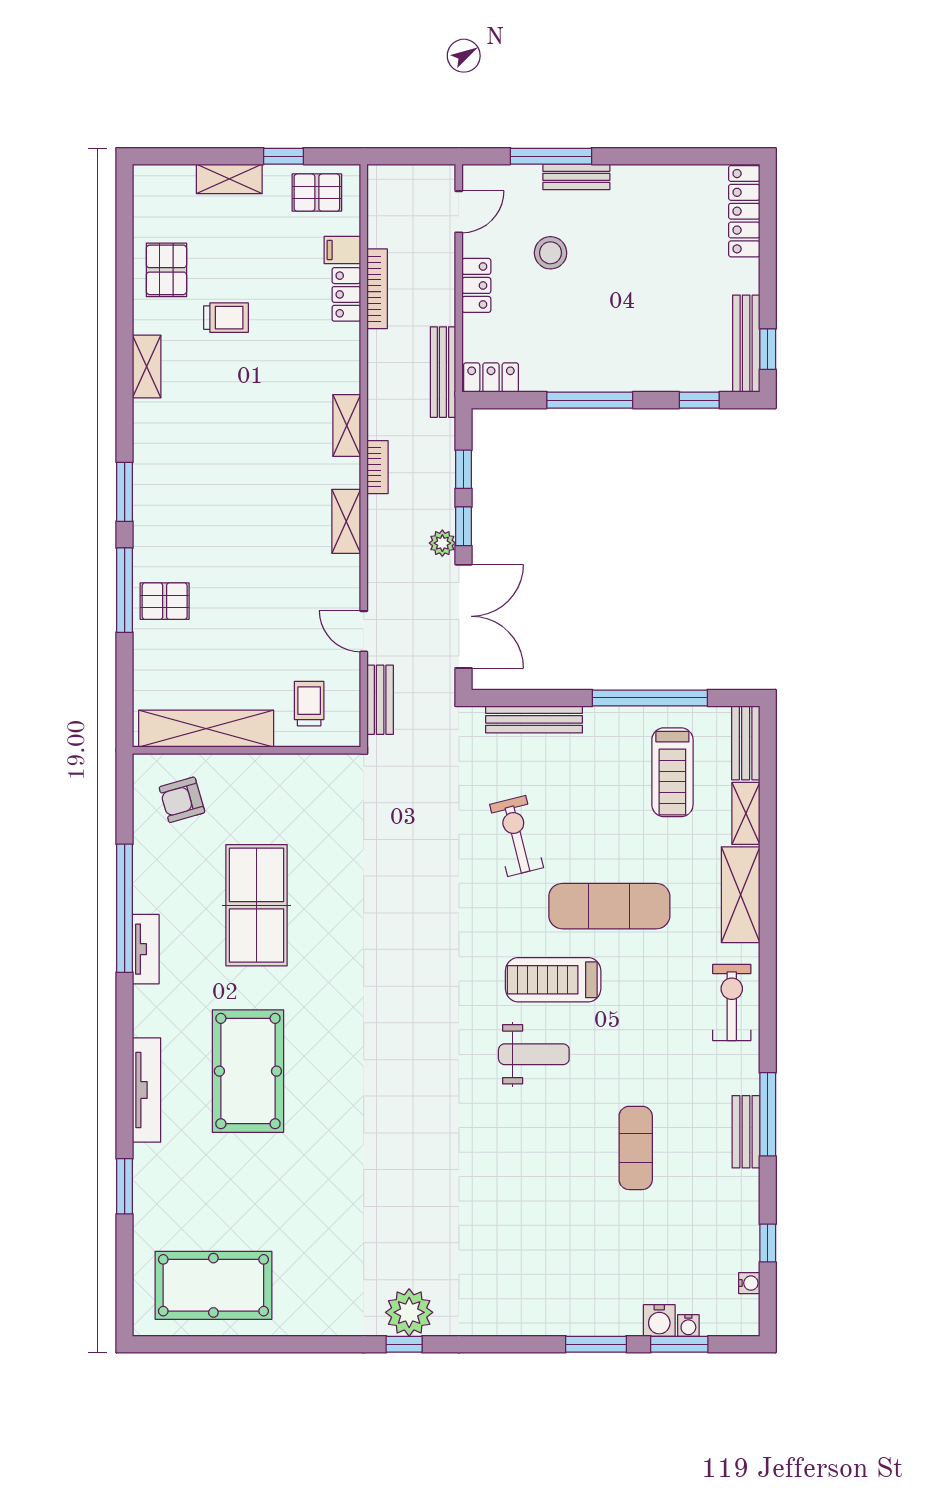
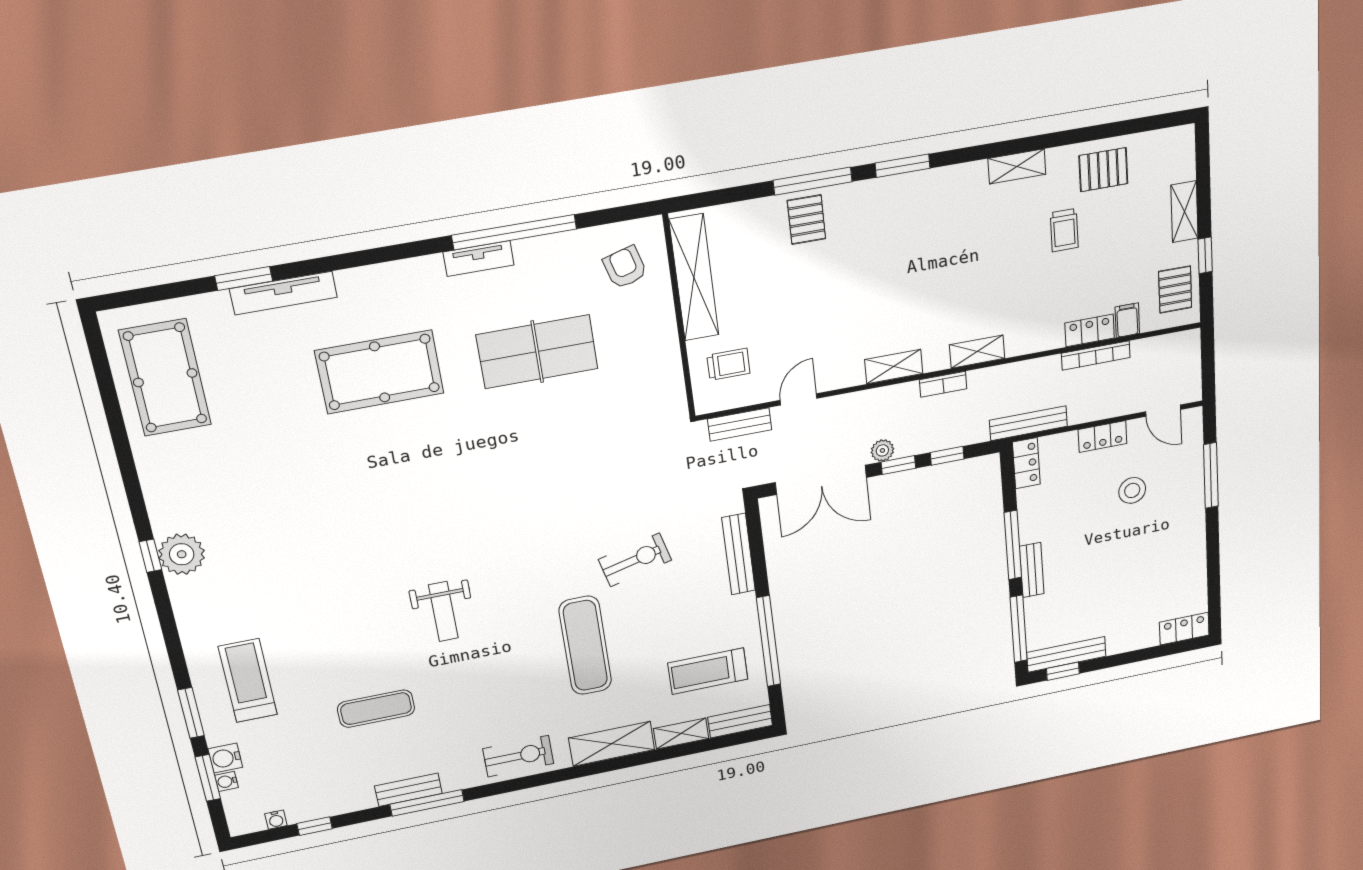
bench: (576, 177) -> (1032, 570), moved
locker: (744, 211) -> (1184, 629), width x0.66
window: (699, 400) -> (1019, 629), width x2.17
treadmill: (553, 980) -> (248, 681), moved
tv unit: (147, 1090) -> (283, 293), moved

